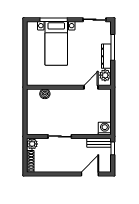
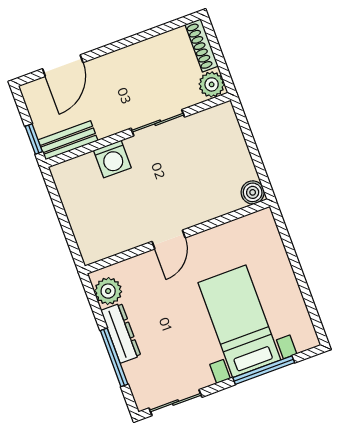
door: (91, 87) -> (169, 240), moved
boiler: (45, 94) -> (253, 192), moved
washing machine: (105, 128) -> (112, 159), moved

